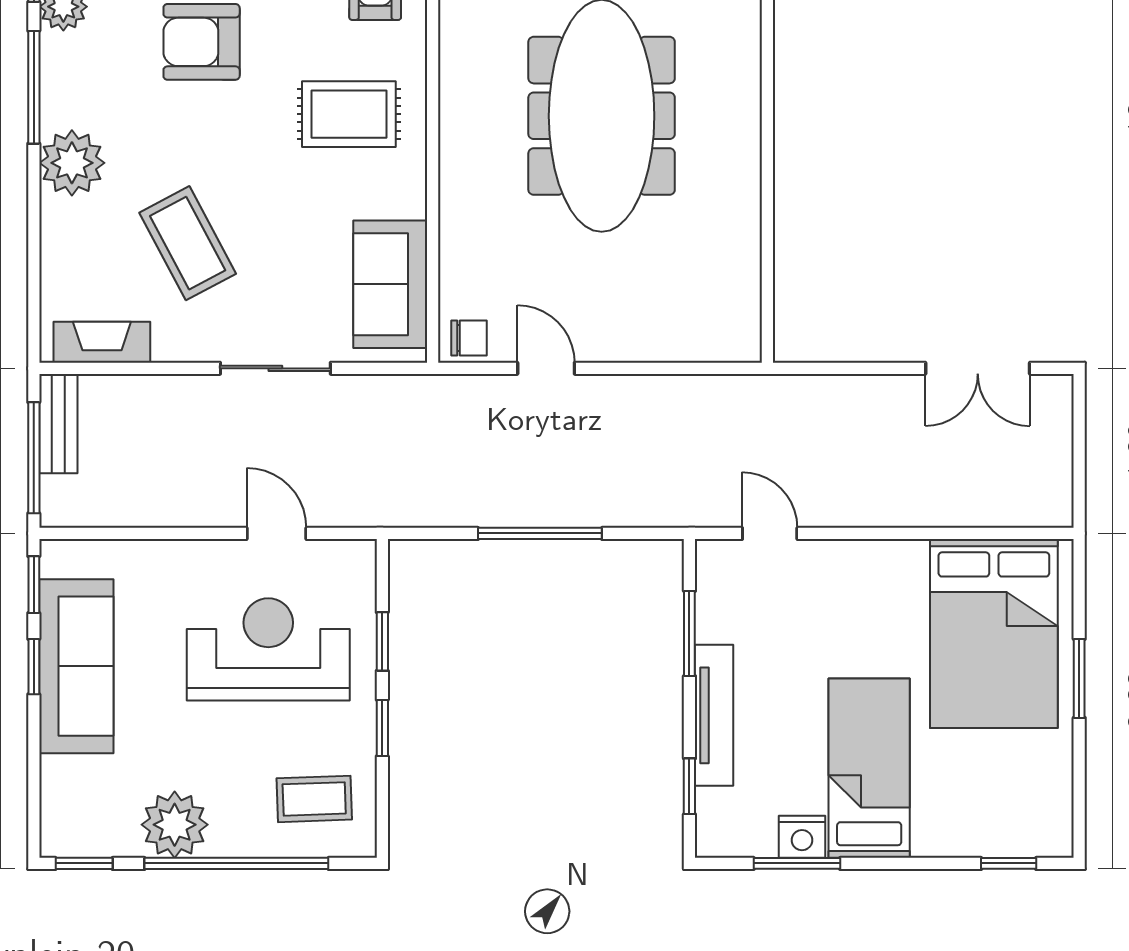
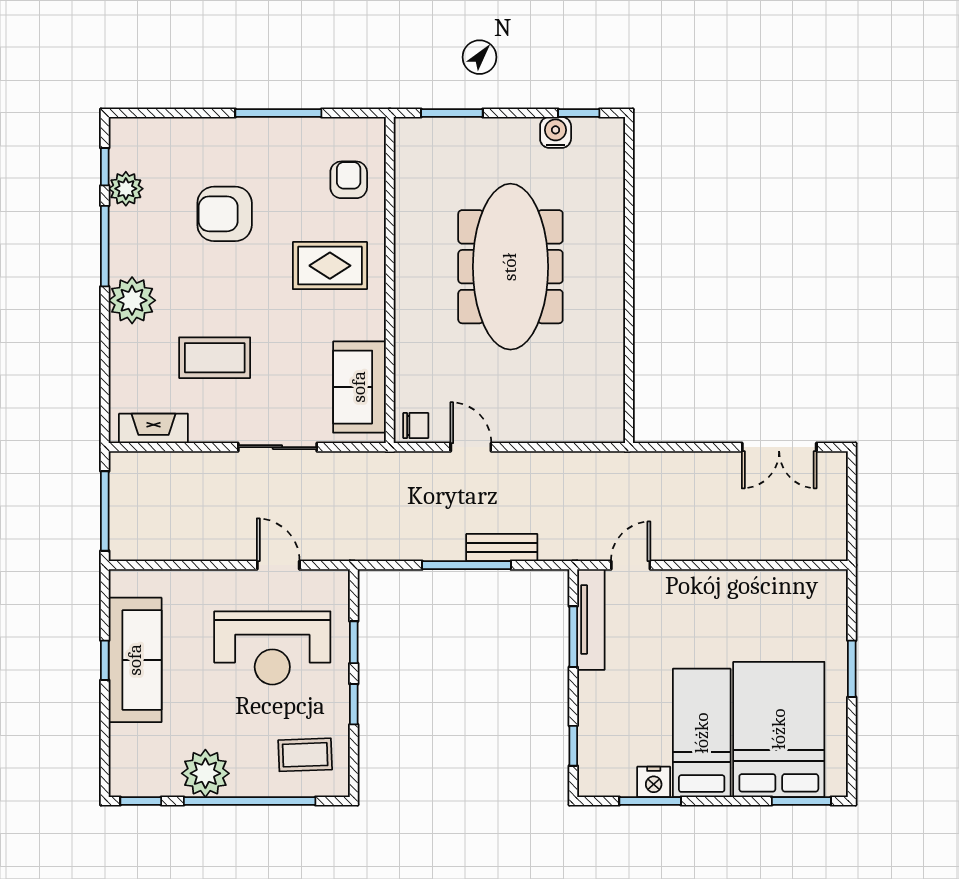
coffee table: (188, 243) -> (215, 358), turned -62
bench: (58, 424) -> (502, 548), moved, turned 90
door: (770, 533) -> (631, 565), hinge flipped
window: (34, 585) -> (105, 602), removed
bed: (994, 633) -> (779, 729), moved, turned 180
reception desk: (268, 649) -> (272, 648), turned 180
tv unit: (714, 715) -> (591, 619), moved
window: (1009, 863) -> (801, 801), width x1.50

